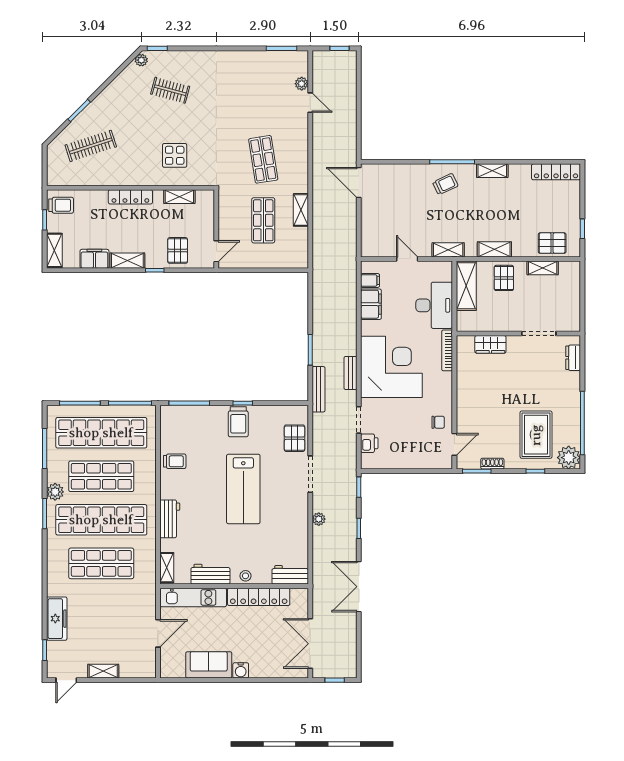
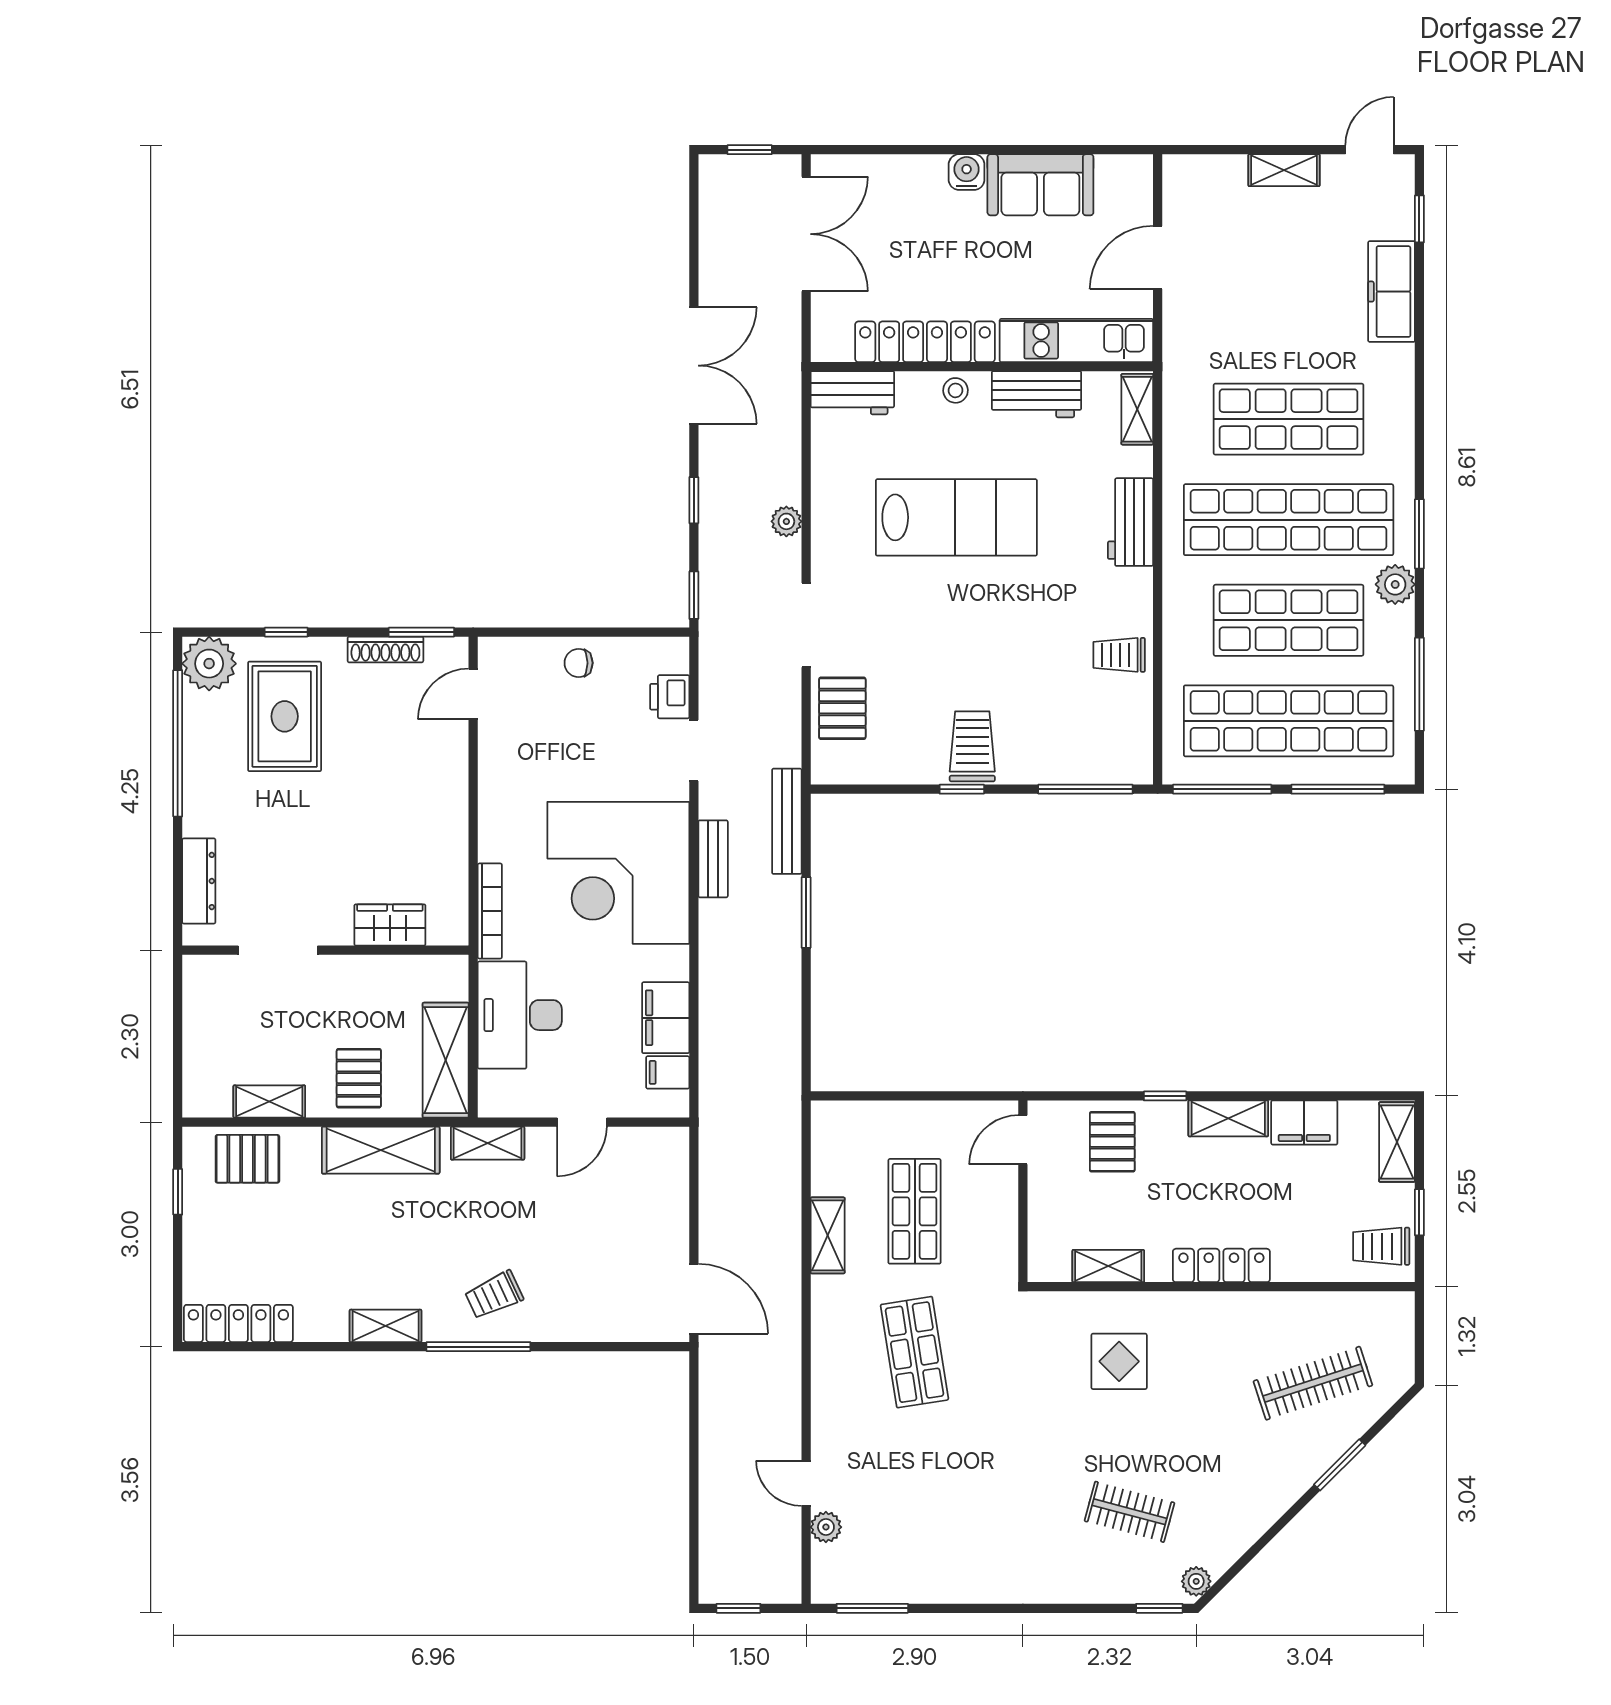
shelving: (494, 249) -> (381, 1150), width x1.50, depth x1.33
door: (407, 259) -> (582, 1122), hinge flipped
dresser: (573, 358) -> (199, 881), width x1.44
chair: (438, 422) -> (579, 663), moved
shoe rack: (492, 464) -> (385, 649), width x1.43
lab bench: (243, 489) -> (956, 517), moved, turned 90

